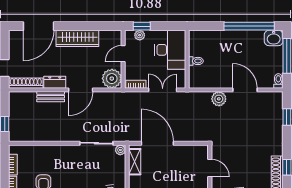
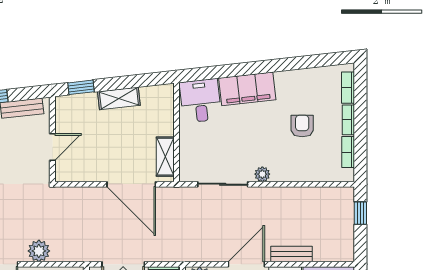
plant: (120, 150) -> (262, 174), moved
door: (210, 168) -> (52, 147), swing flipped

